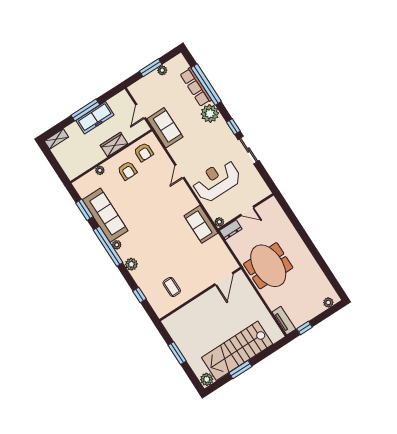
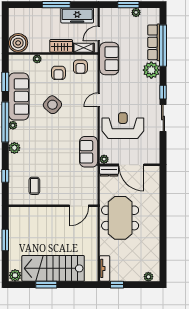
freezer: (95, 118) -> (77, 16), moved
shelving: (56, 139) -> (84, 48), moved
boiler: (73, 167) -> (18, 43), added
side table: (141, 203) -> (52, 105), added
door: (247, 211) -> (131, 165), width x1.87

